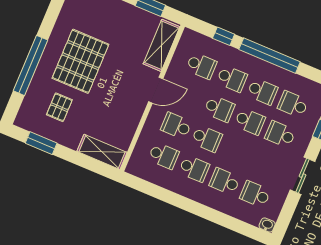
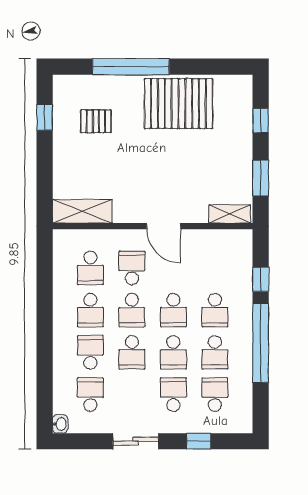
shelving: (161, 45) -> (230, 214), width x0.67, depth x0.75
pallet: (80, 61) -> (178, 104), moved
school desk: (201, 66) -> (132, 352), moved
window: (41, 143) -> (45, 118), width x0.67
shelving: (102, 152) -> (82, 211), moved, turned 90

